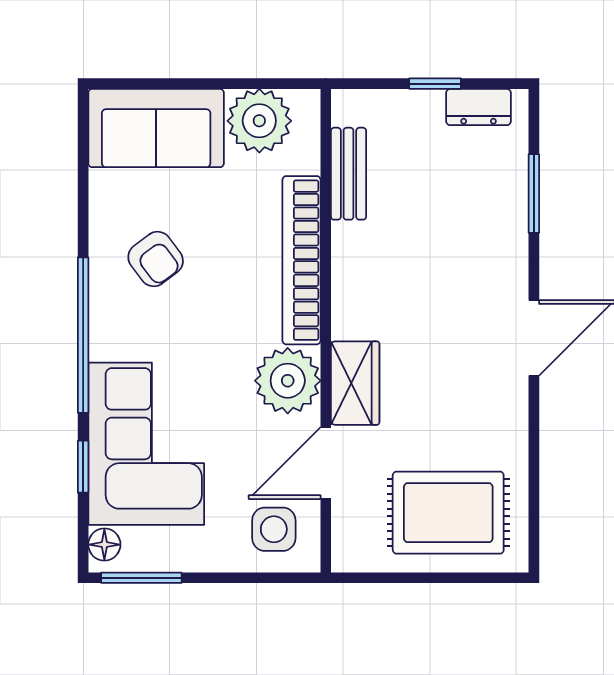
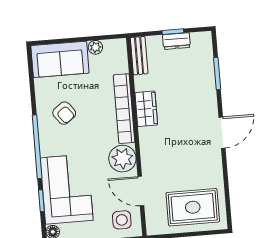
dresser: (479, 107) -> (176, 41), moved
plant: (259, 121) -> (95, 47), width x0.53, depth x0.53
bench: (349, 174) -> (139, 56), moved
wardrobe: (355, 383) -> (146, 109), moved
door: (326, 463) -> (141, 191), hinge flipped

